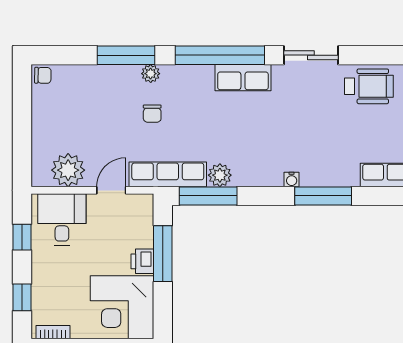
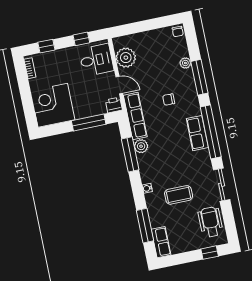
plant: (151, 74) -> (185, 63), moved
row of seats: (243, 78) -> (197, 133), moved
wheelchair: (369, 86) -> (211, 222), turned 180
coffee table: (313, 130) -> (179, 195), added
window: (208, 196) -> (130, 154), moved
window: (323, 196) -> (145, 226), moved
printer: (142, 261) -> (114, 105), moved

